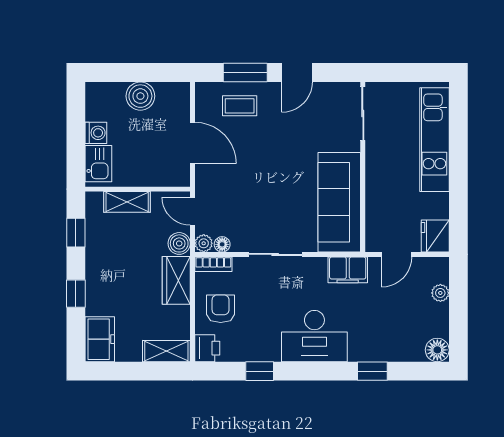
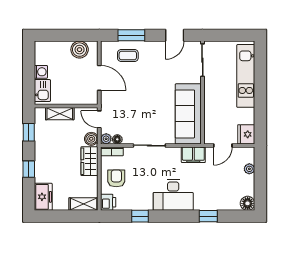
door: (297, 73) -> (175, 35), moved
boiler: (140, 96) -> (80, 50), moved

